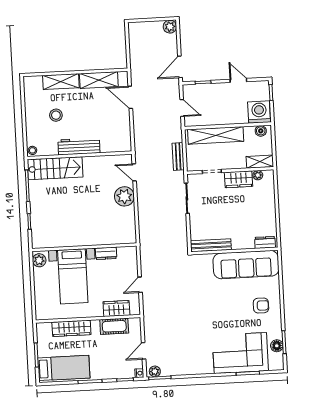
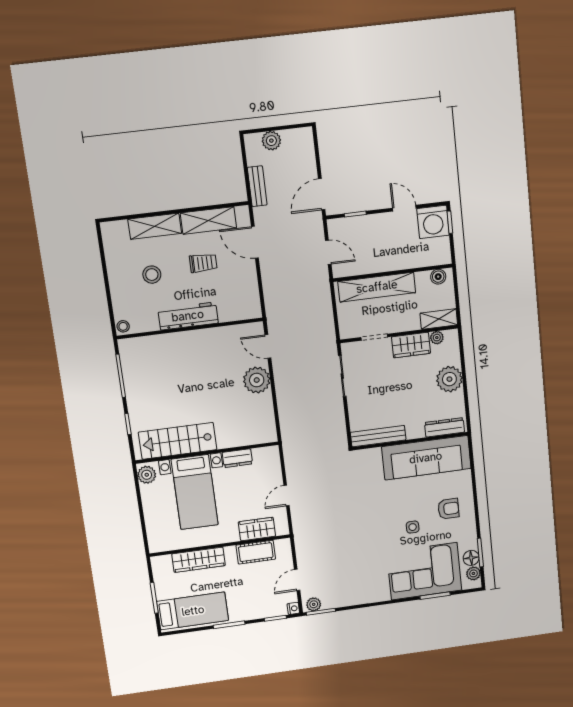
plant: (170, 27) -> (271, 141), moved
trolley: (93, 109) -> (203, 263), added
washing machine: (259, 112) -> (433, 222), moved, turned 180
bench: (178, 156) -> (257, 186), moved
stairs: (55, 168) -> (178, 441), moved, turned 180
plant: (266, 207) -> (449, 379), added
dresser: (265, 242) -> (445, 427), width x1.44
side table: (233, 317) -> (413, 527), added
plant: (278, 358) -> (473, 573), added

